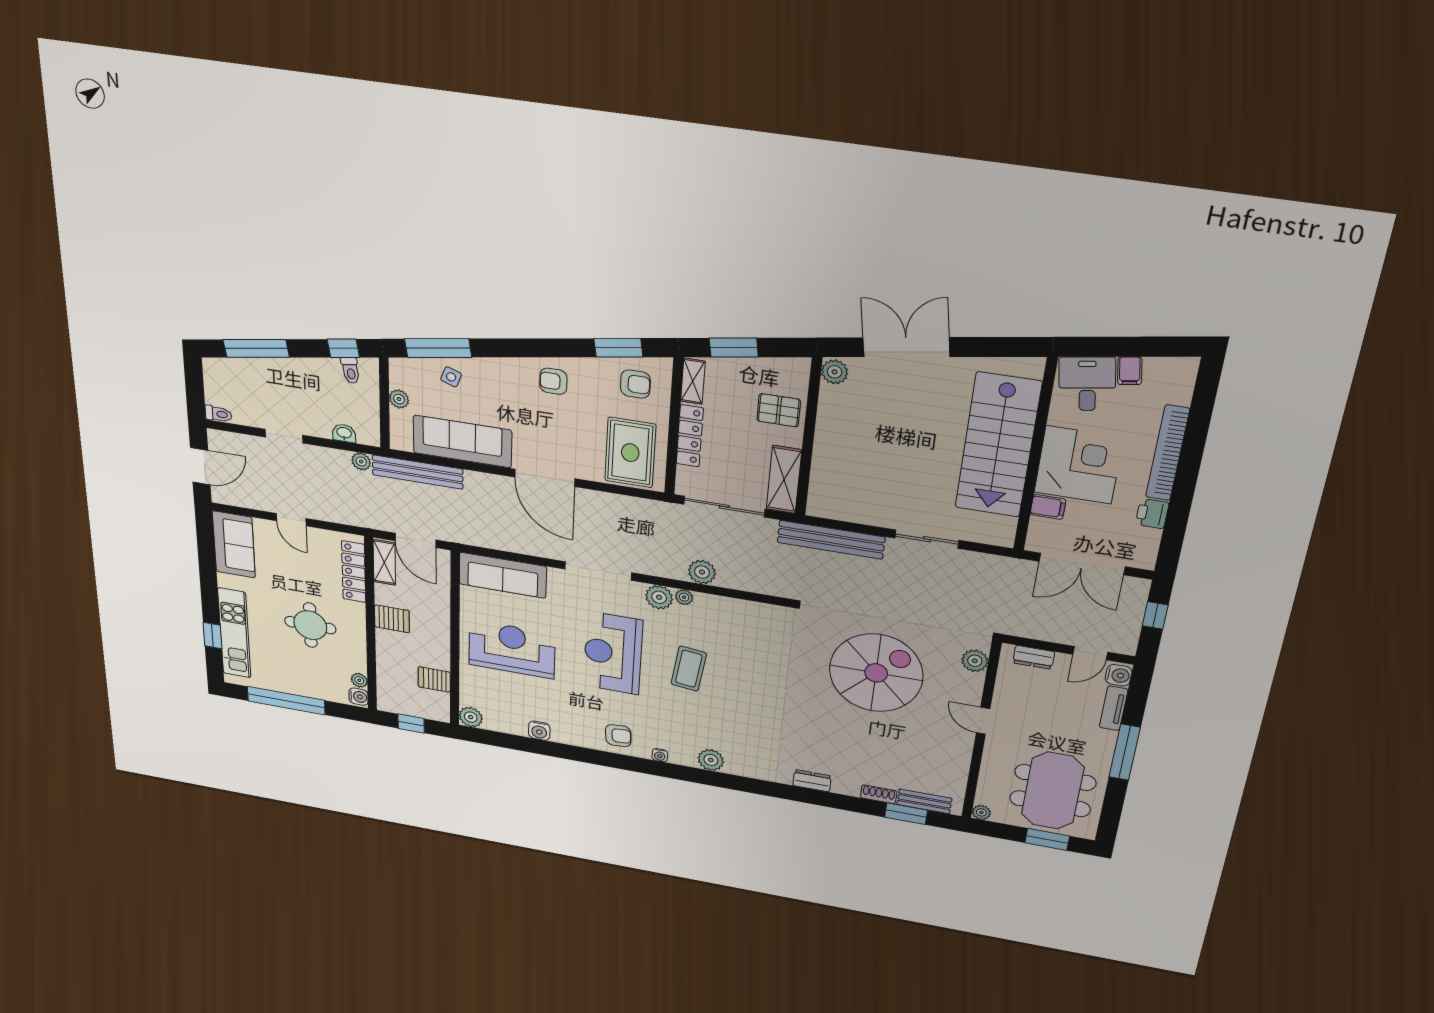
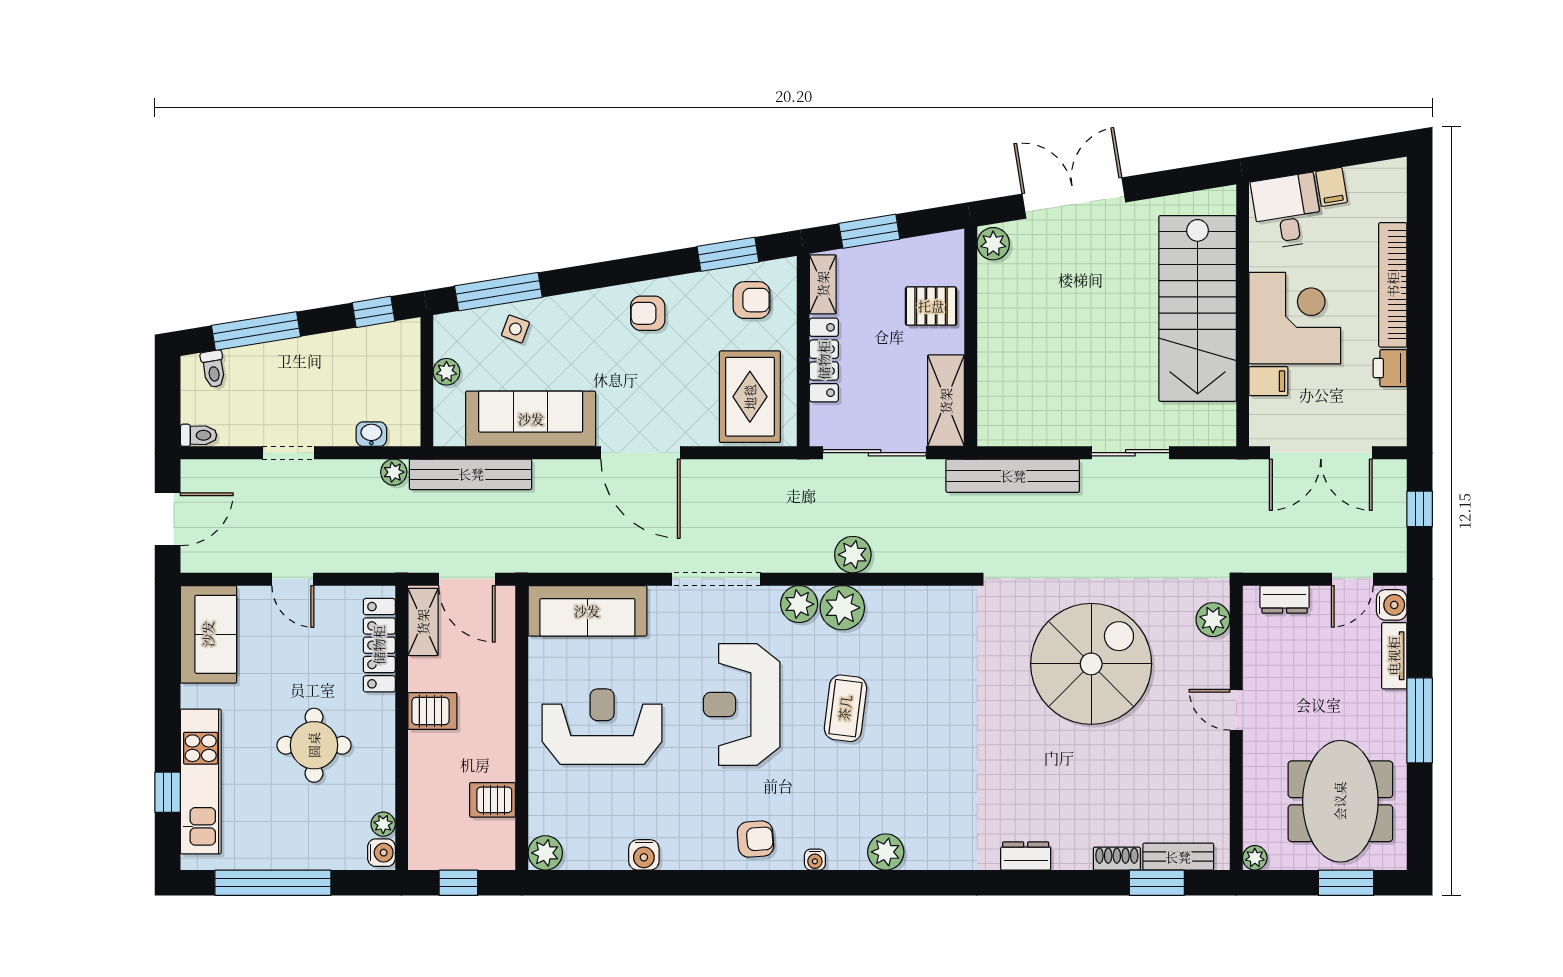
toilet: (351, 370) -> (213, 369), moved
plant: (684, 597) -> (842, 608), width x1.88, depth x1.88

